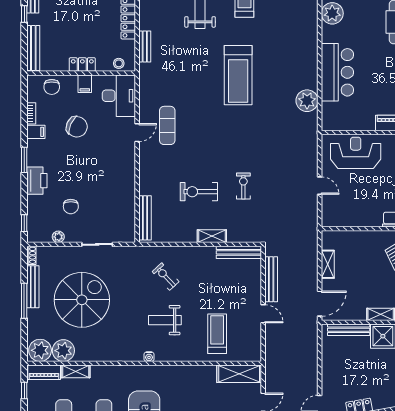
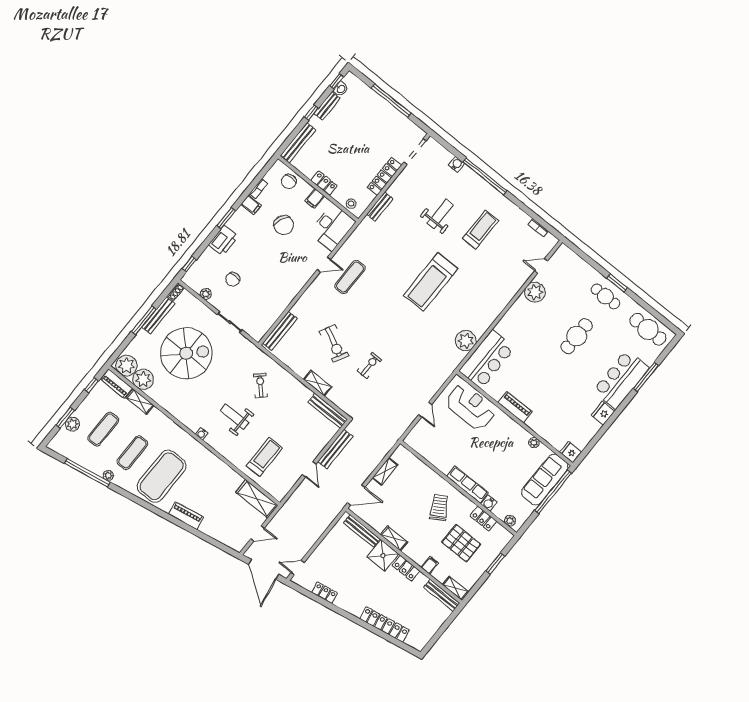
bar counter: (337, 72) -> (487, 359), moved
exercise bike: (199, 192) -> (334, 343), turned -153

